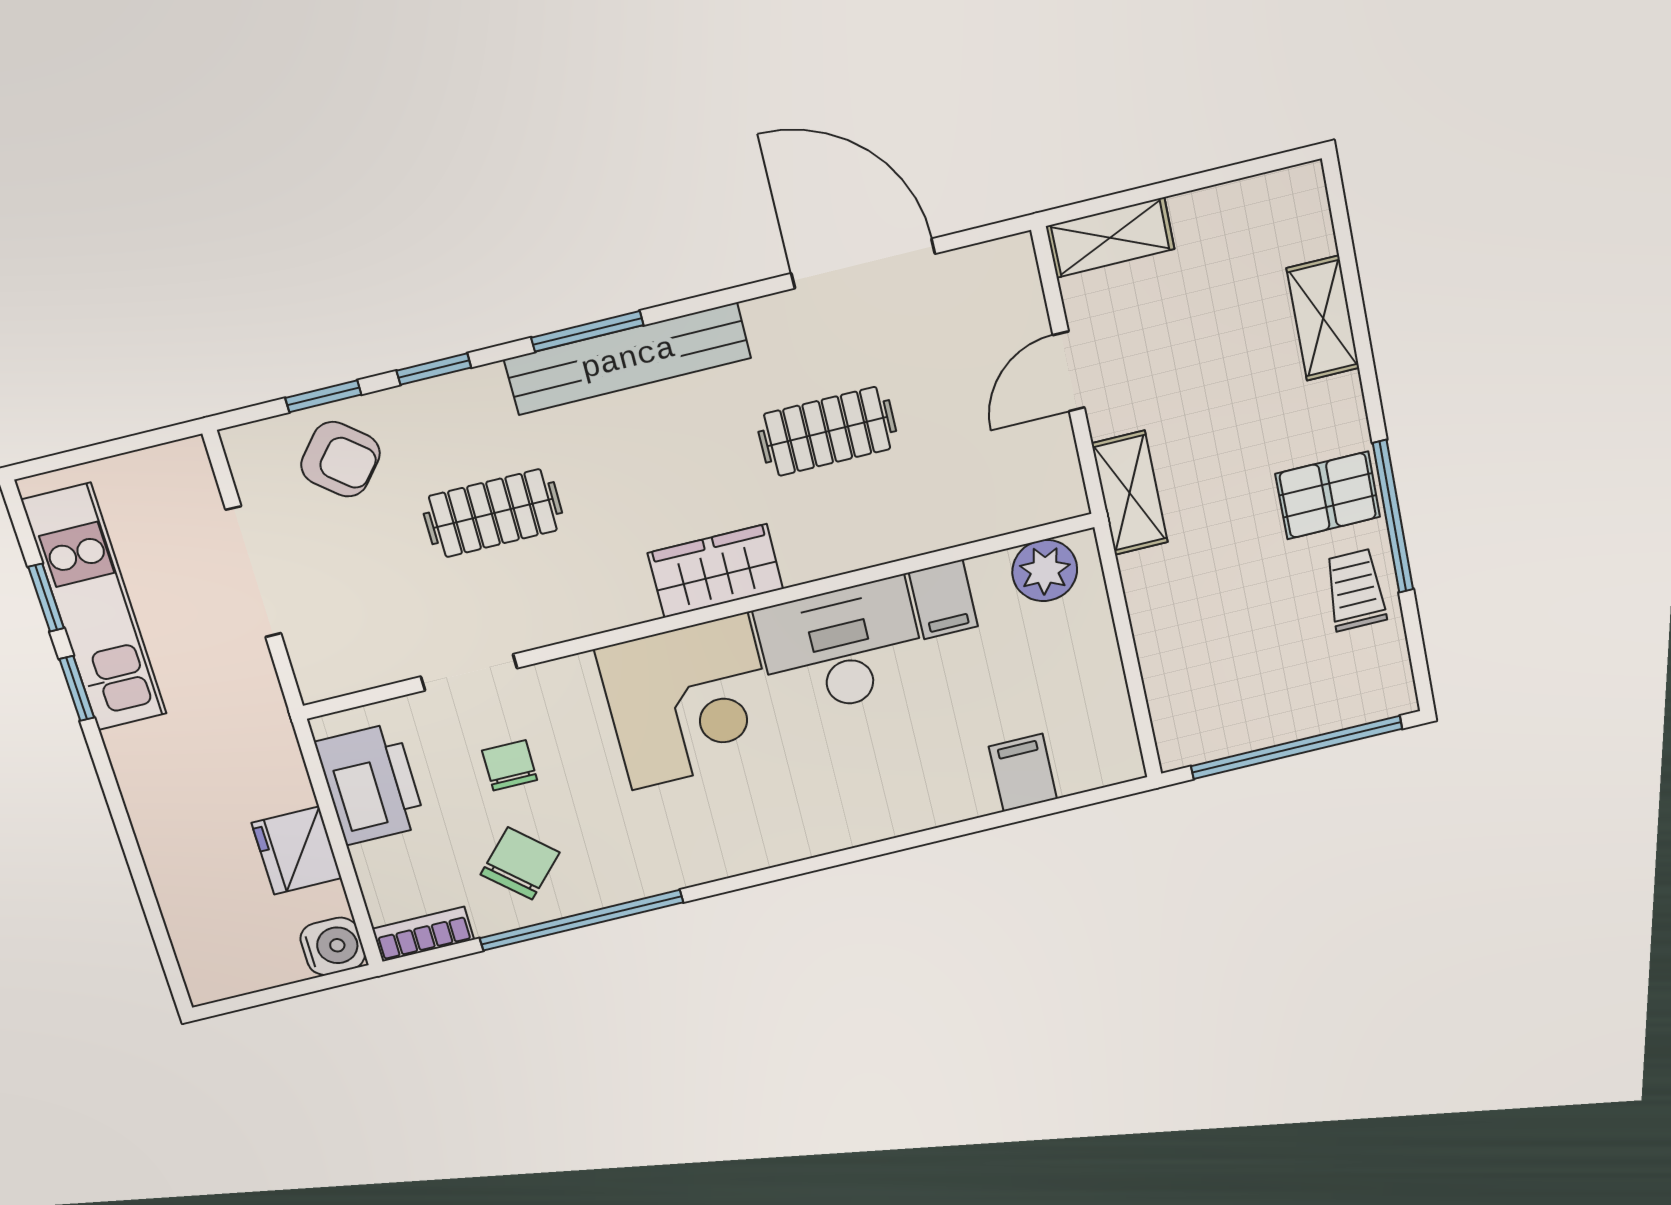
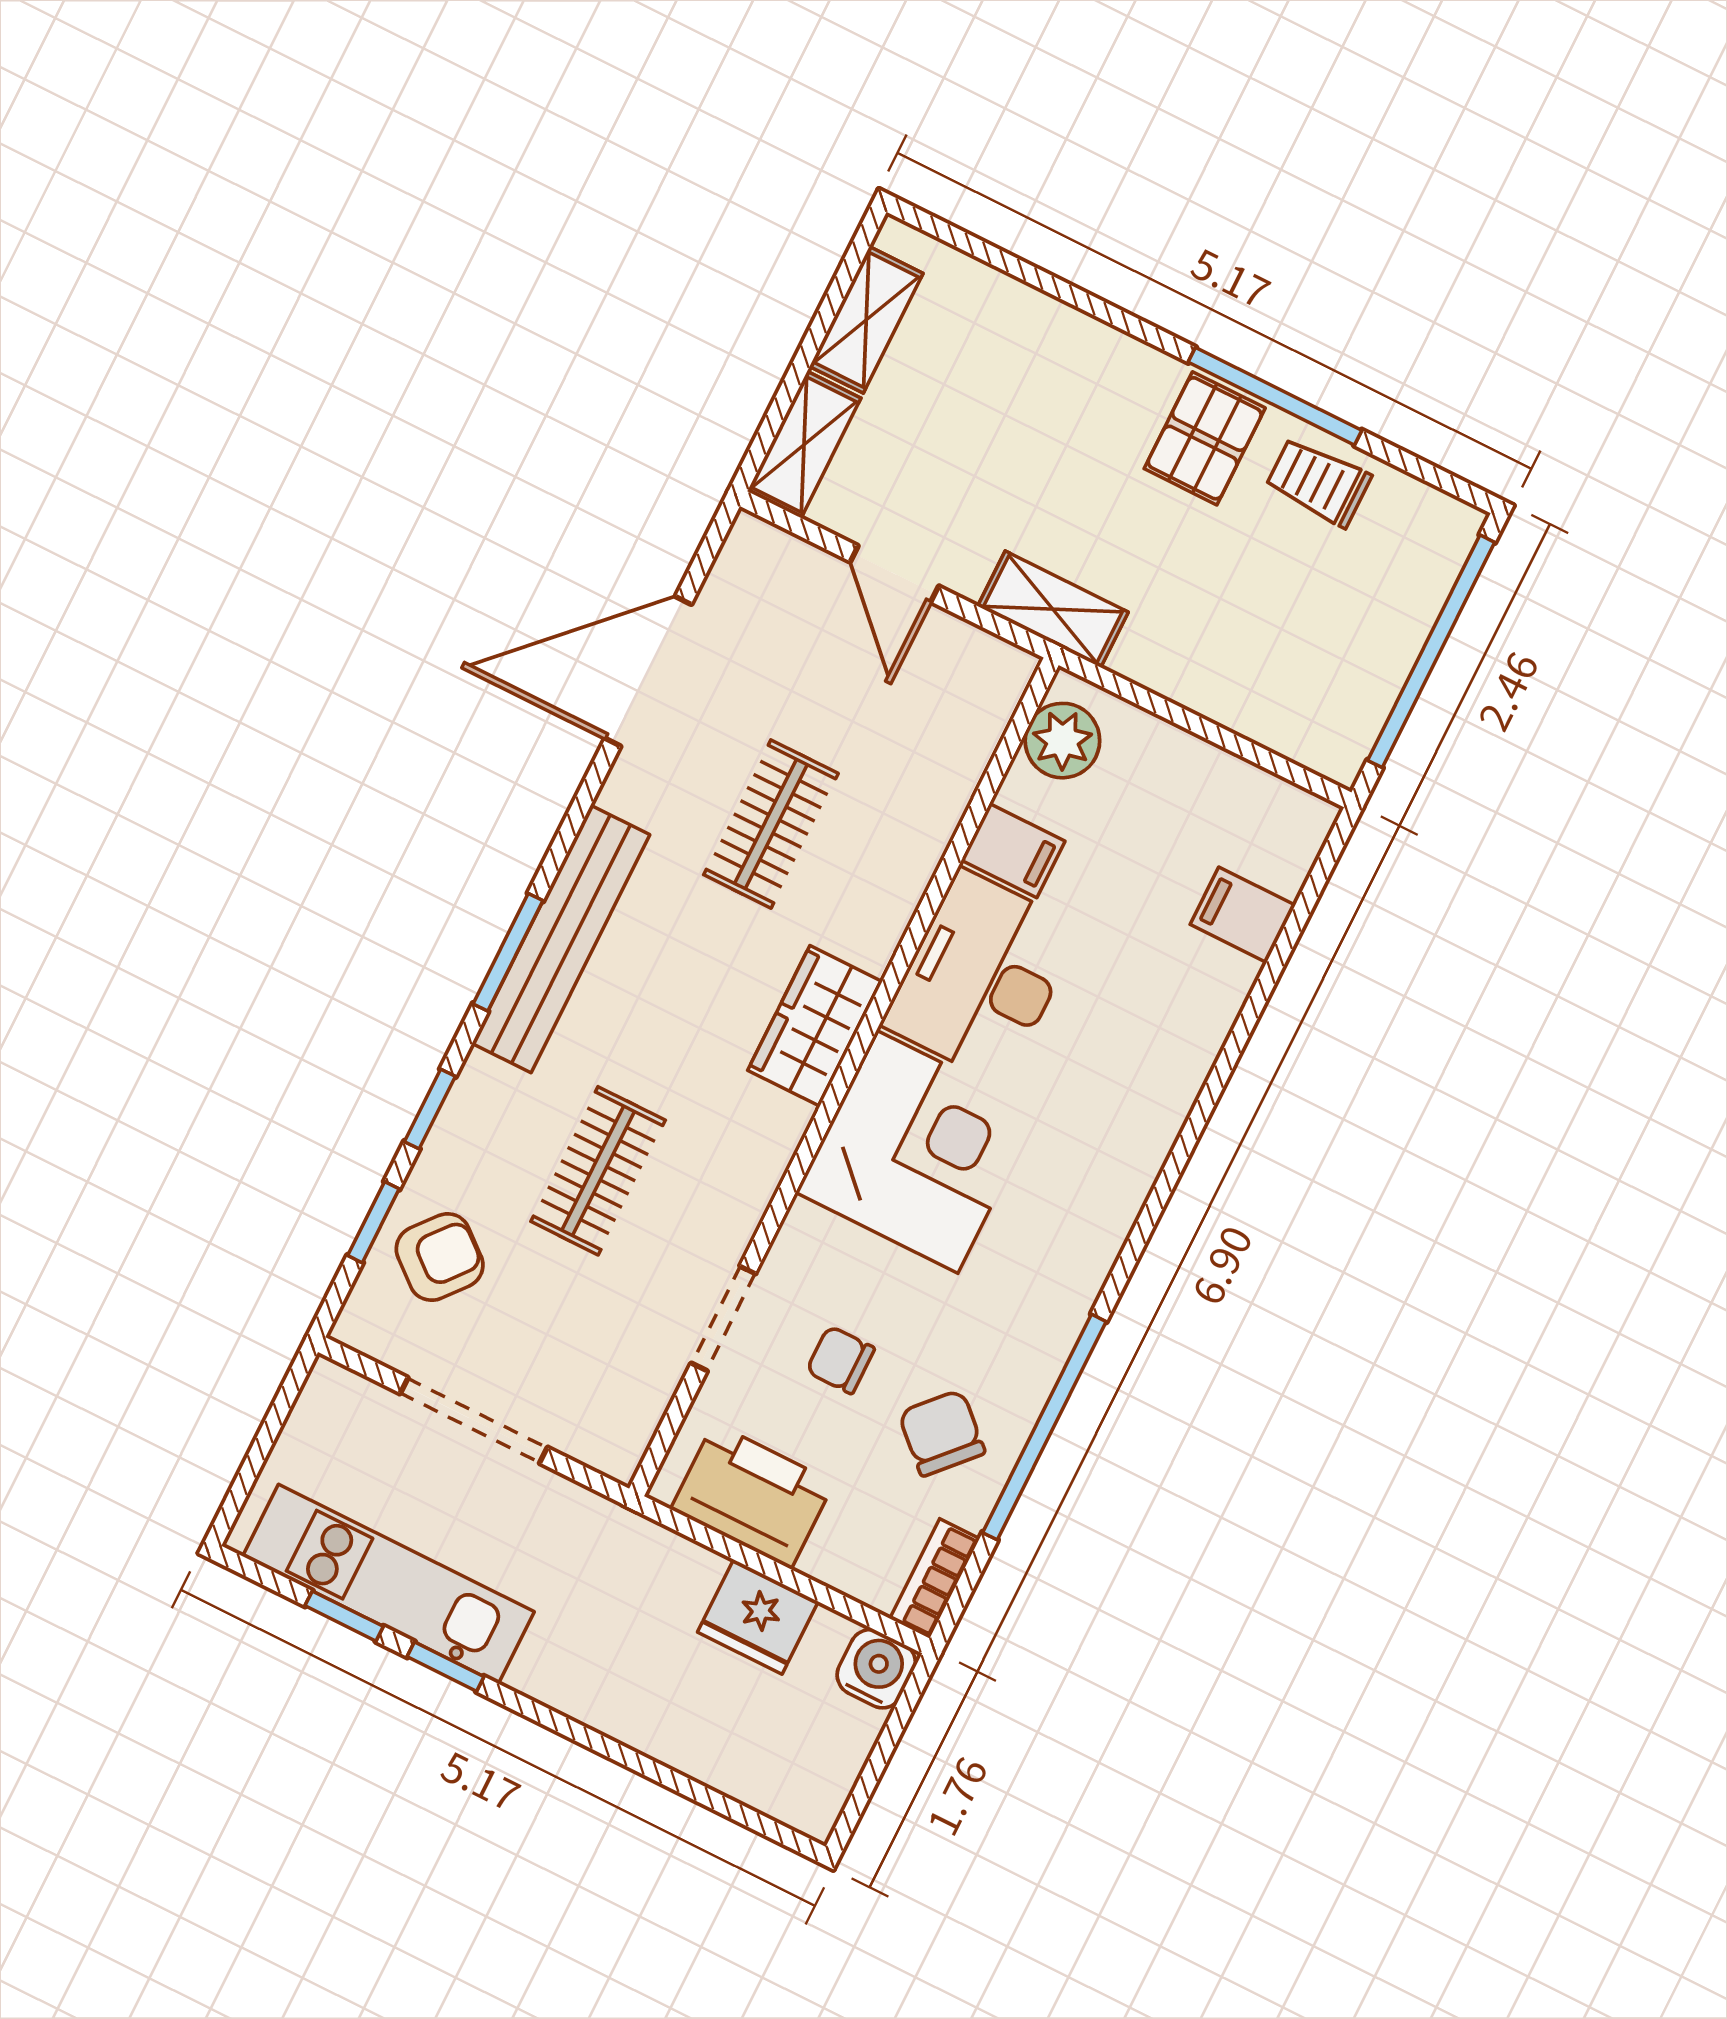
shelving: (1323, 318) -> (866, 320), moved, turned 90

